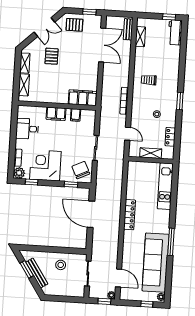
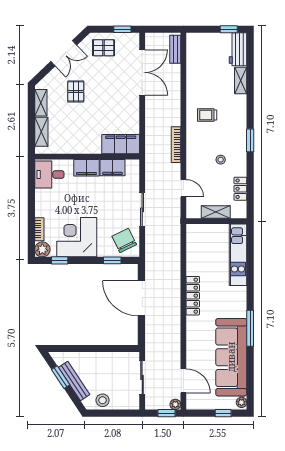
shelving: (140, 37) -> (241, 81), moved
filing cabinet: (76, 115) -> (113, 168), width x2.00
desk: (27, 129) -> (49, 174), moved
stool: (61, 265) -> (103, 400), moved

